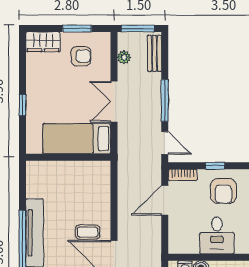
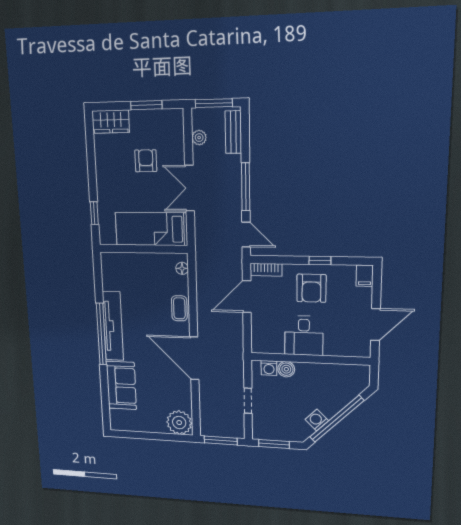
armchair: (81, 56) -> (146, 161), moved, turned -90
window: (22, 105) -> (94, 213), moved
window: (215, 166) -> (320, 261), moved
floor lamp: (105, 175) -> (182, 268), added
coffee table: (88, 232) -> (179, 308), moved, turned 90

